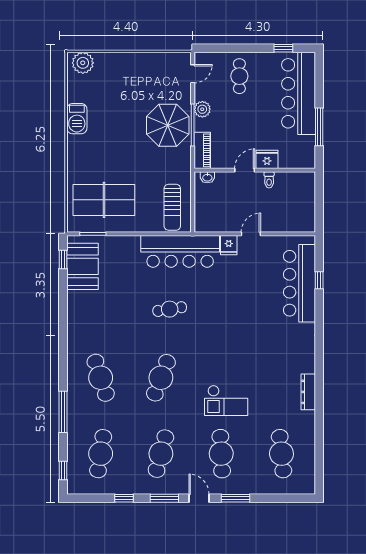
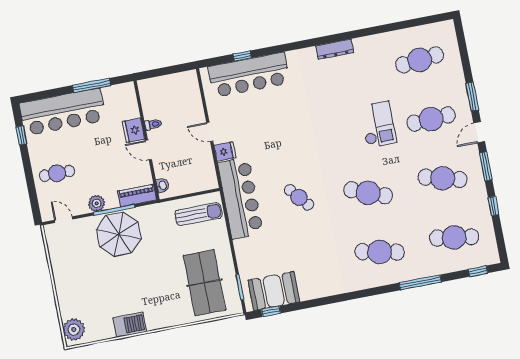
cafe table: (170, 309) -> (299, 197), turned -31
cafe table: (101, 378) -> (380, 252), turned 30
dresser: (308, 392) -> (335, 49), moved

